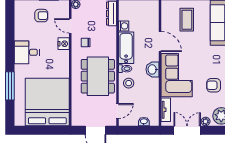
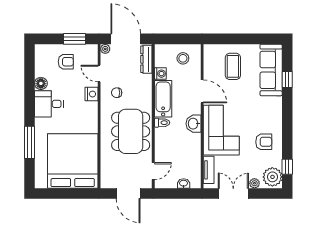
floor lamp: (20, 34) -> (41, 83), added
stool: (129, 83) -> (183, 58), moved
armchair: (214, 85) -> (264, 142), turned 180

